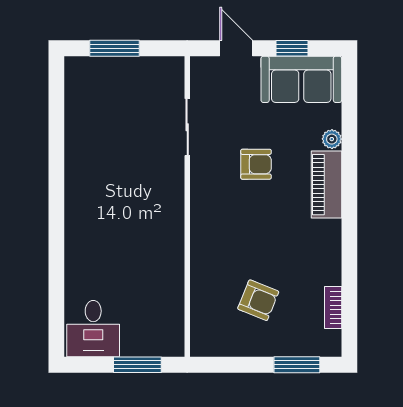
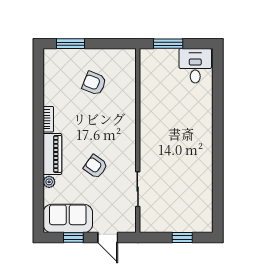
window: (115, 48) -> (182, 238), width x0.67
armchair: (256, 164) -> (96, 166), turned 36
bookcase: (333, 307) -> (48, 119), moved

